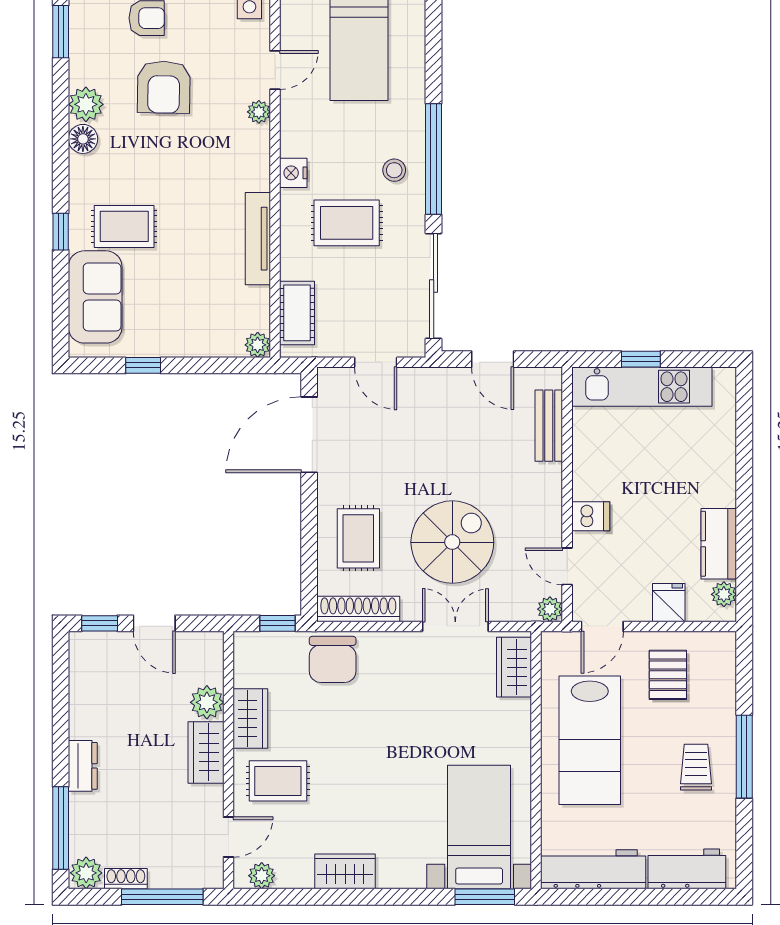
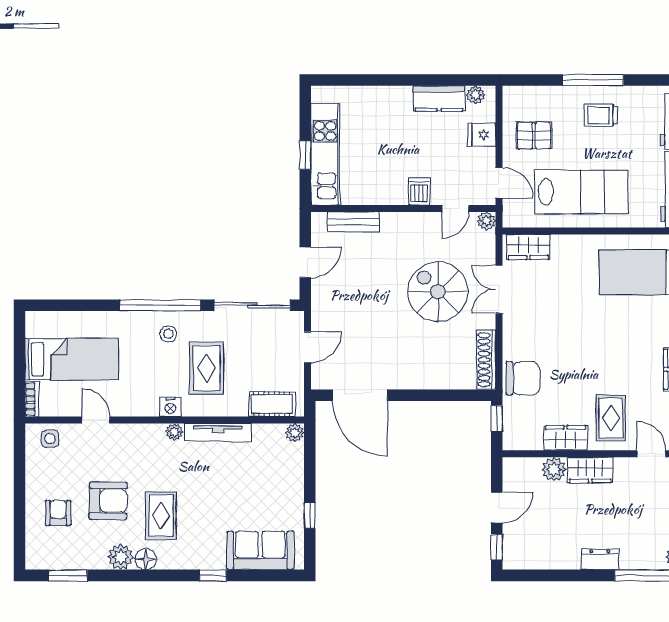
plant: (259, 112) -> (174, 432), moved
rug: (124, 226) -> (161, 515), moved
rug: (358, 538) -> (435, 360), removed

